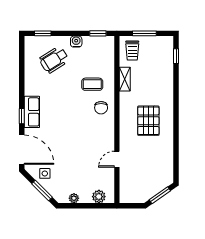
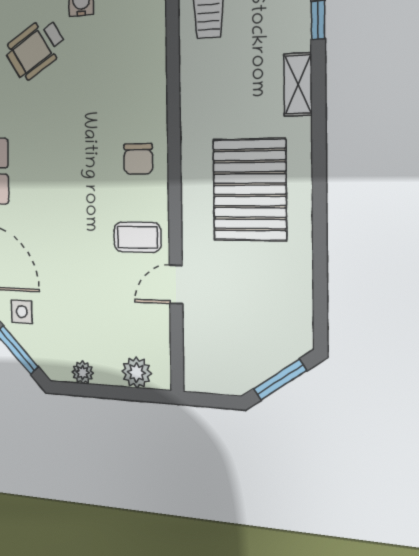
shelving: (125, 79) -> (298, 84), moved
coffee table: (92, 84) -> (137, 237), moved
pallet: (148, 121) -> (250, 190), width x1.37, depth x1.41

